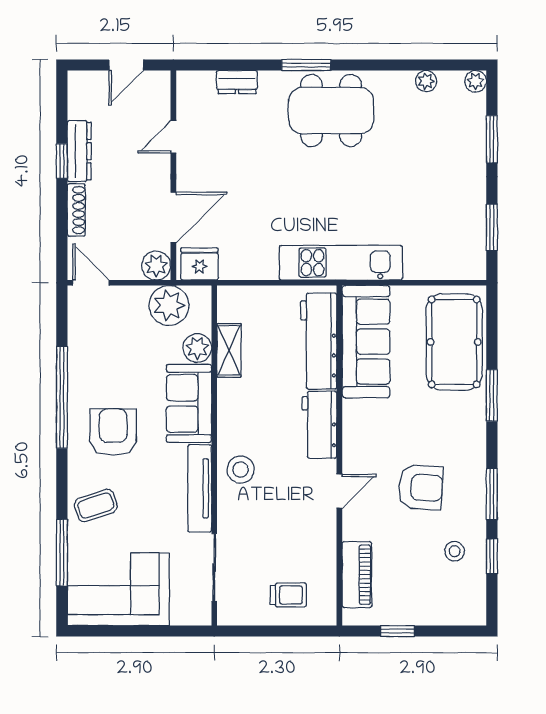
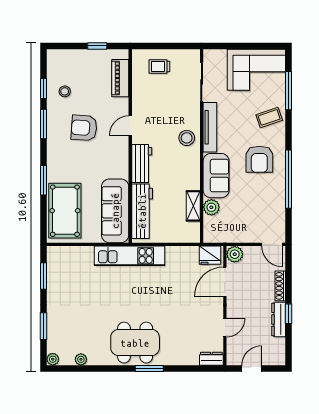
dresser: (237, 82) -> (211, 359), moved
plant: (169, 305) -> (227, 231), removed

